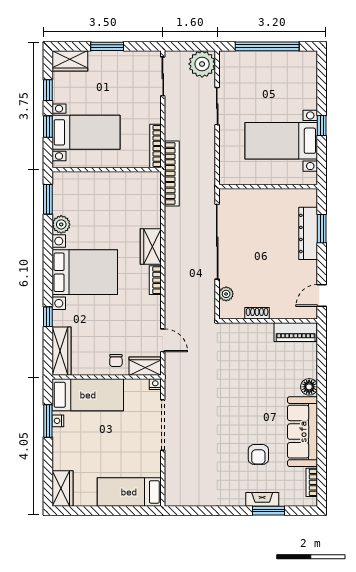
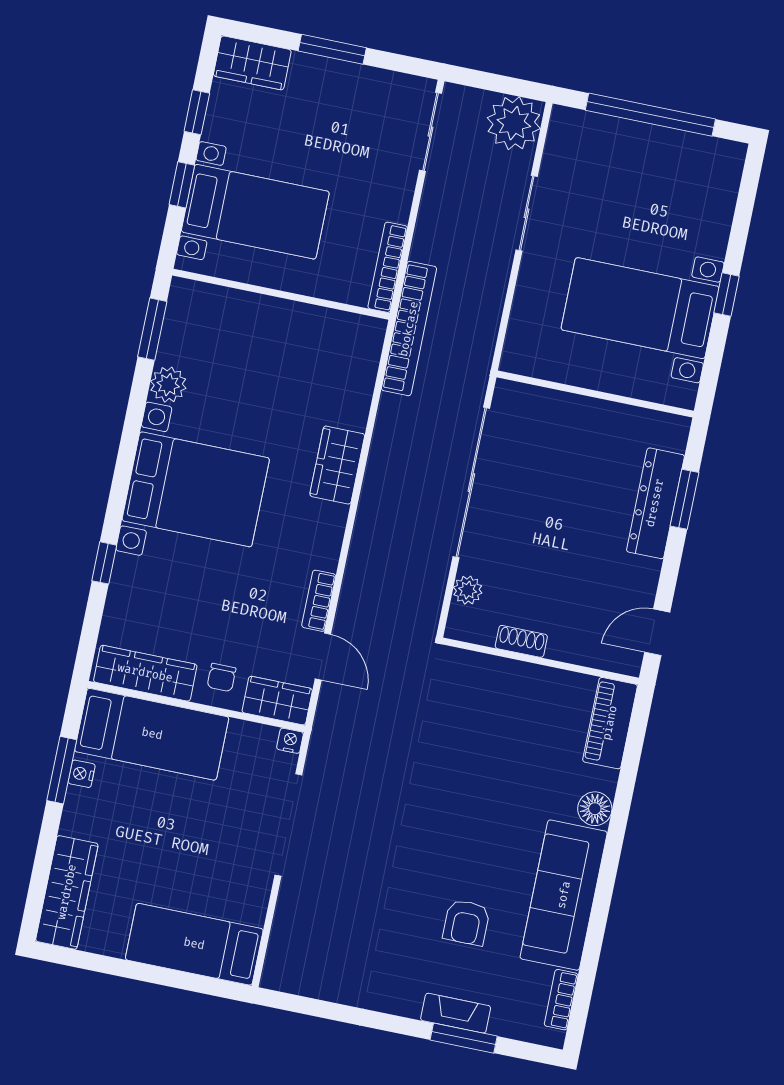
bookcase: (155, 280) -> (319, 601), moved
piano: (296, 332) -> (610, 723), moved, turned 90
wardrobe: (62, 351) -> (145, 673), moved, turned -90
wardrobe: (63, 488) -> (67, 892), width x1.50

